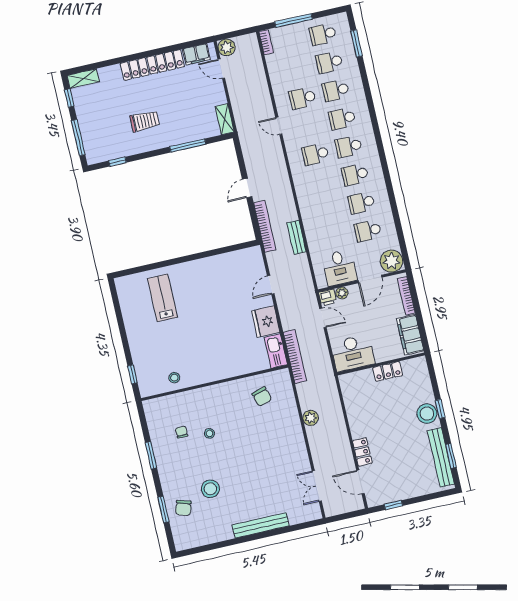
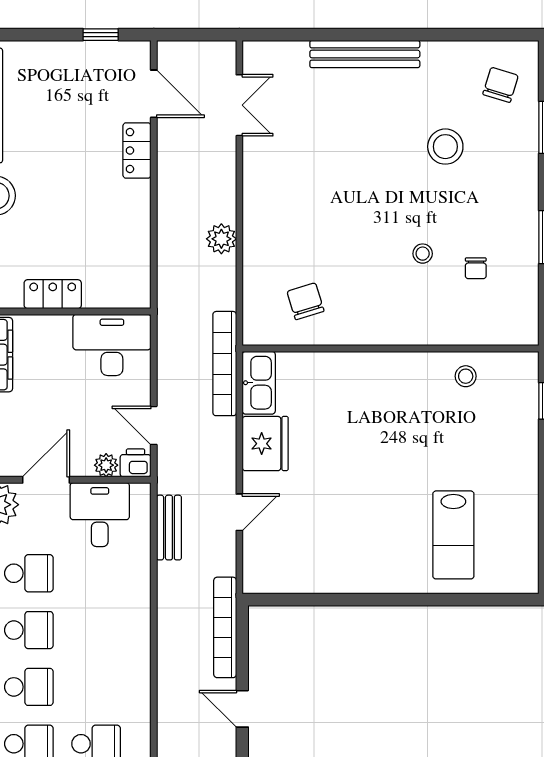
door: (247, 188) -> (242, 709), swing flipped
bench: (296, 237) -> (169, 528), moved
chair: (183, 508) -> (501, 85), moved

